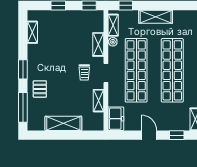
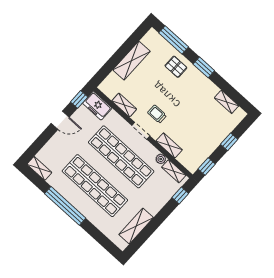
shelving: (156, 17) -> (136, 226), moved
window: (177, 135) -> (79, 99), moved

